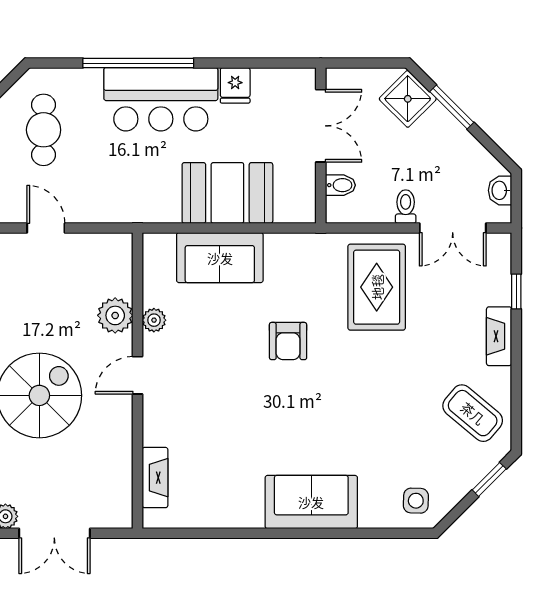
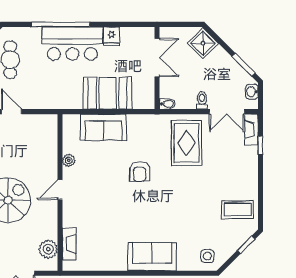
window: (452, 107) -> (243, 65), moved
bidet: (340, 185) -> (167, 104), moved
plant: (115, 315) -> (48, 249), moved
fireplace: (499, 336) -> (251, 130), moved
coffee table: (473, 413) -> (237, 210), turned -40

